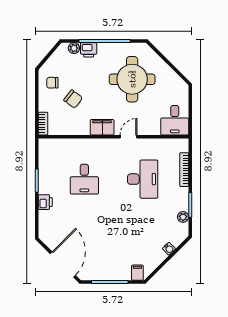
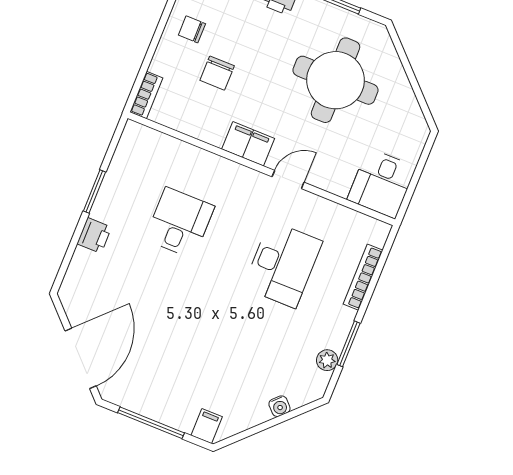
chair: (73, 99) -> (217, 73), turned 53
desk: (84, 179) -> (180, 223), turned 180

